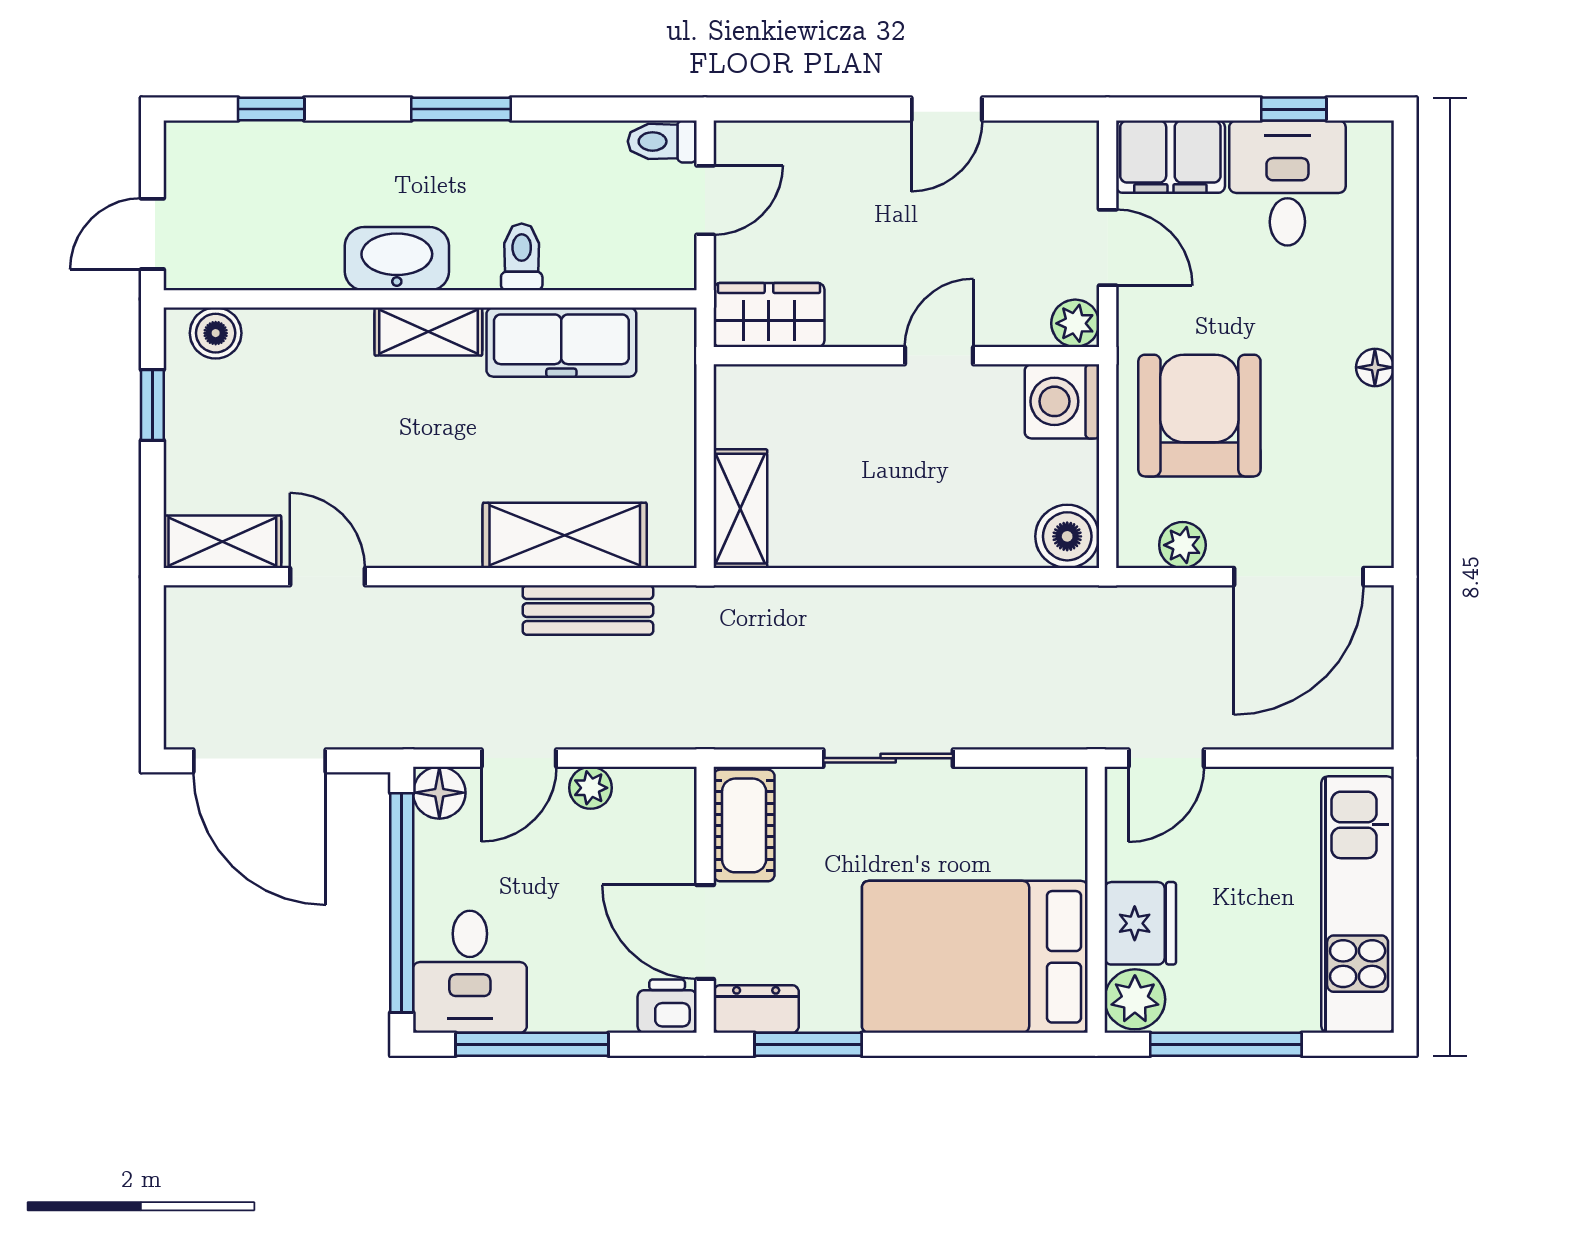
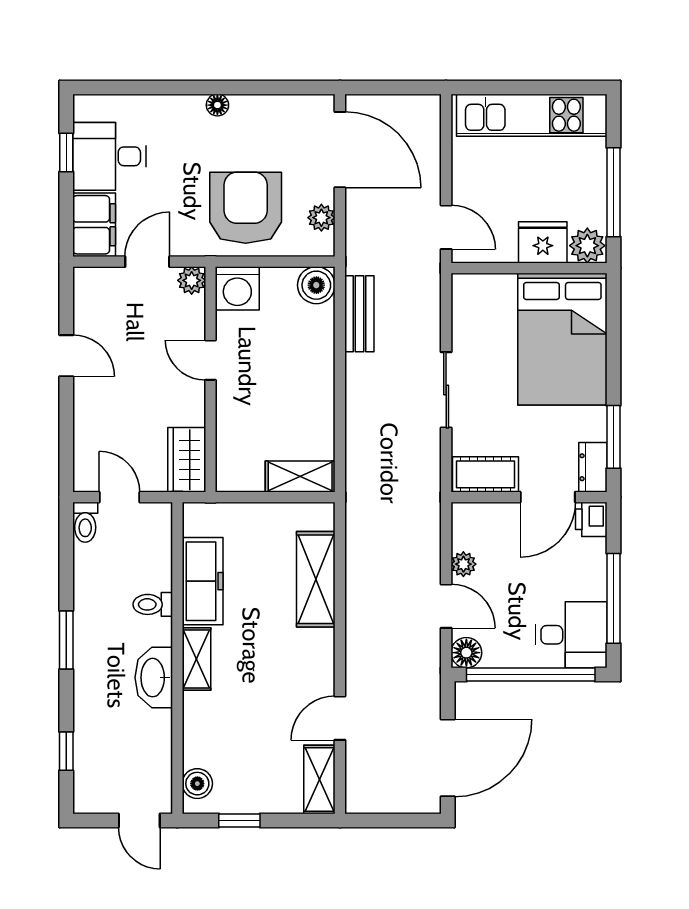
armchair: (1199, 416) -> (246, 208), turned 90
bench: (588, 610) -> (359, 314), moved

